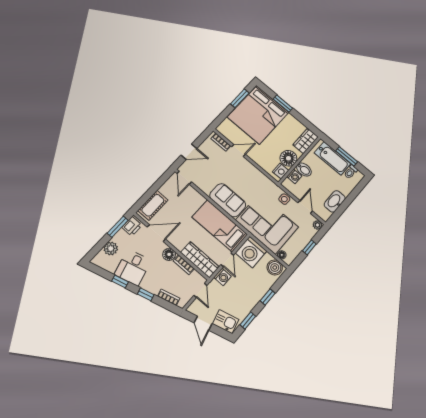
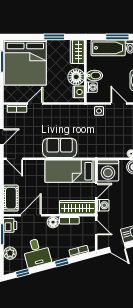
window: (283, 104) -> (54, 37), moved
corner sofa: (267, 224) -> (102, 140), removed
door: (227, 260) -> (96, 191), hinge flipped
window: (120, 281) -> (23, 273), moved

